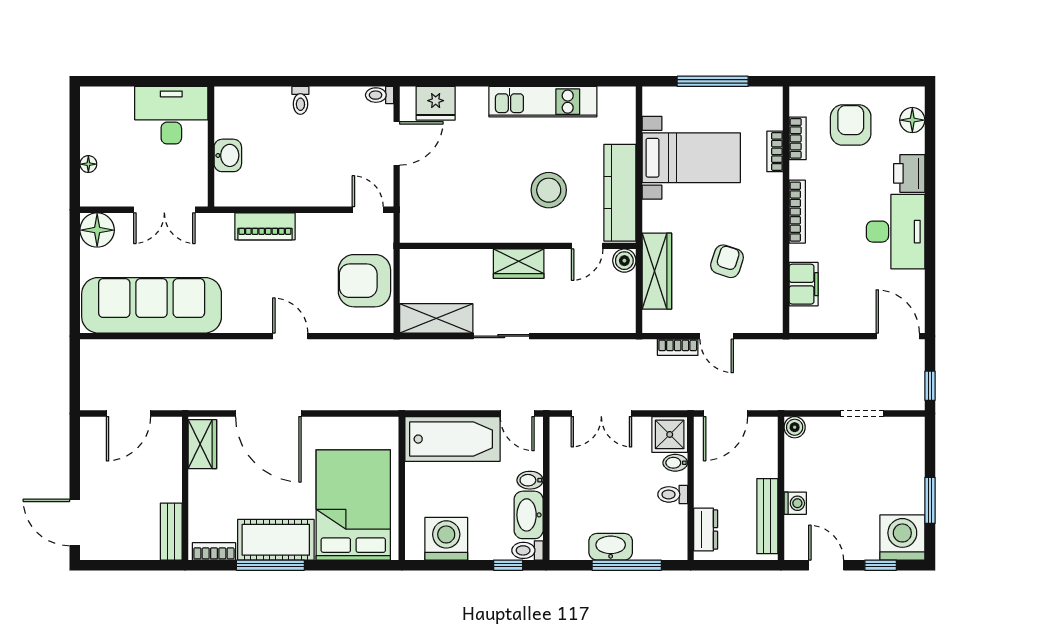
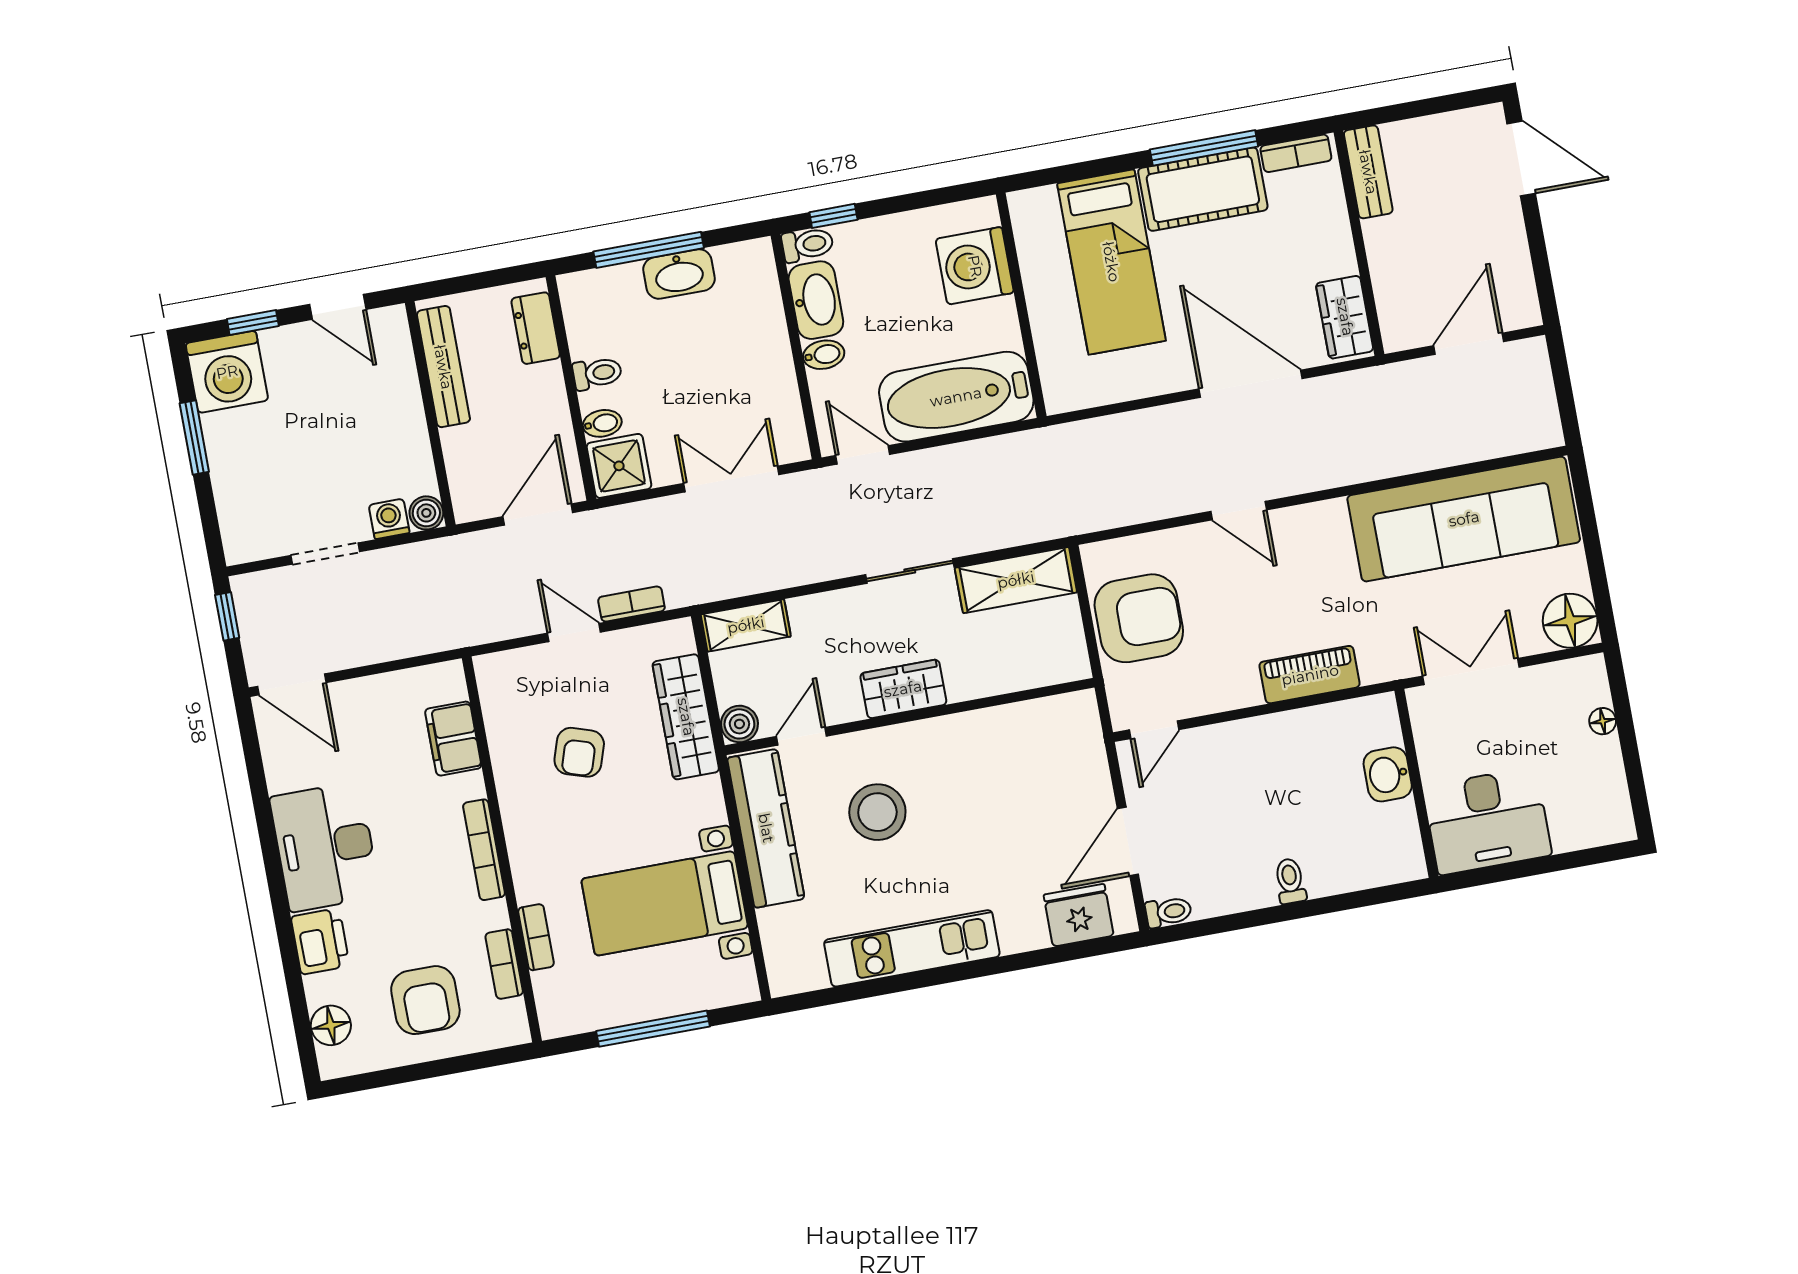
door: (368, 210) -> (1154, 730), hinge flipped
shelving: (609, 321) -> (746, 625), added
washing machine: (795, 503) -> (389, 519), moved, turned 90
bed: (353, 505) -> (1111, 262), width x0.67
washing machine: (446, 539) -> (975, 266), moved, turned 90

